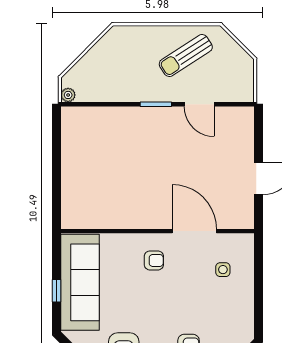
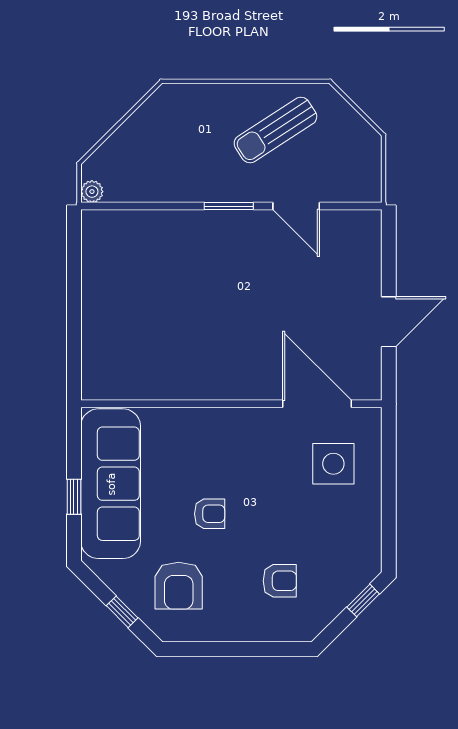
door: (194, 231) -> (317, 404), moved
armchair: (154, 260) -> (210, 514), moved
side table: (223, 270) -> (333, 464), width x1.87, depth x1.87

